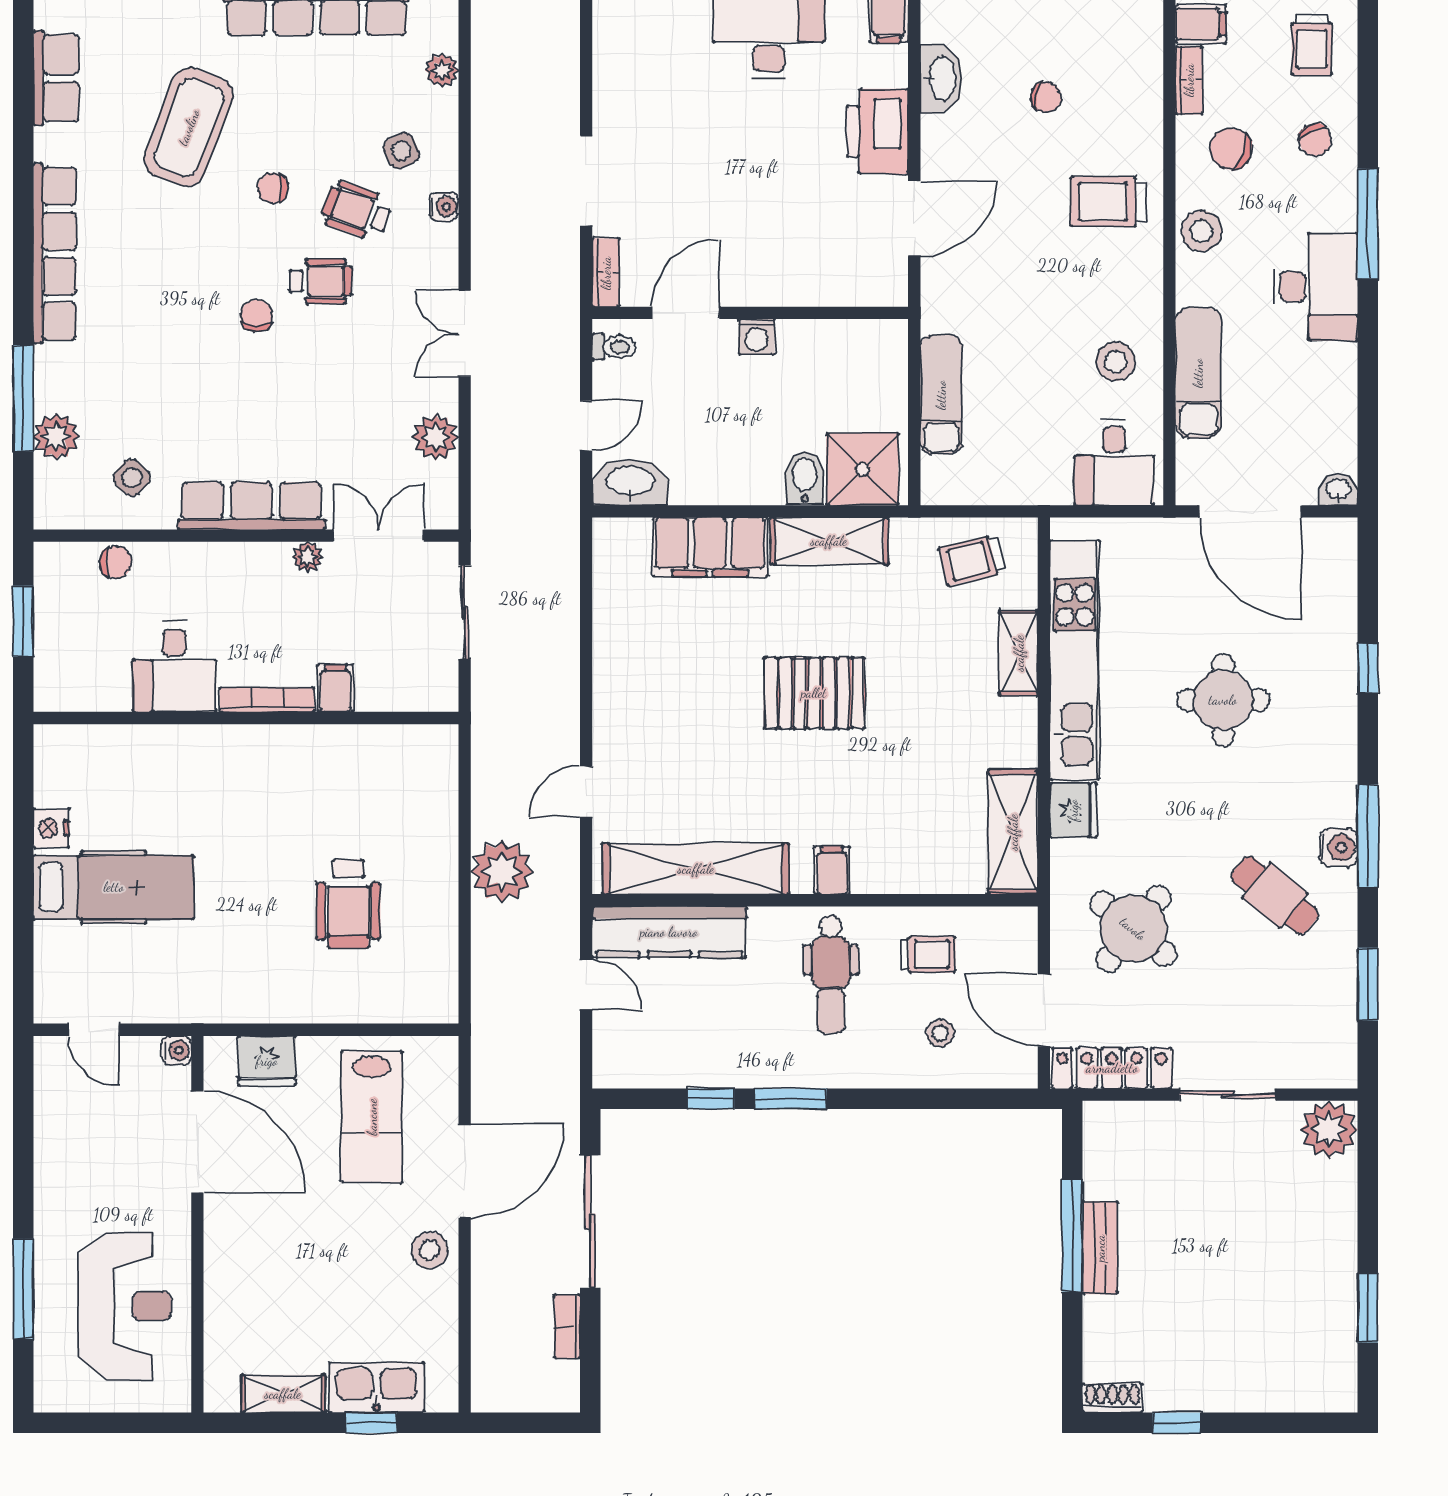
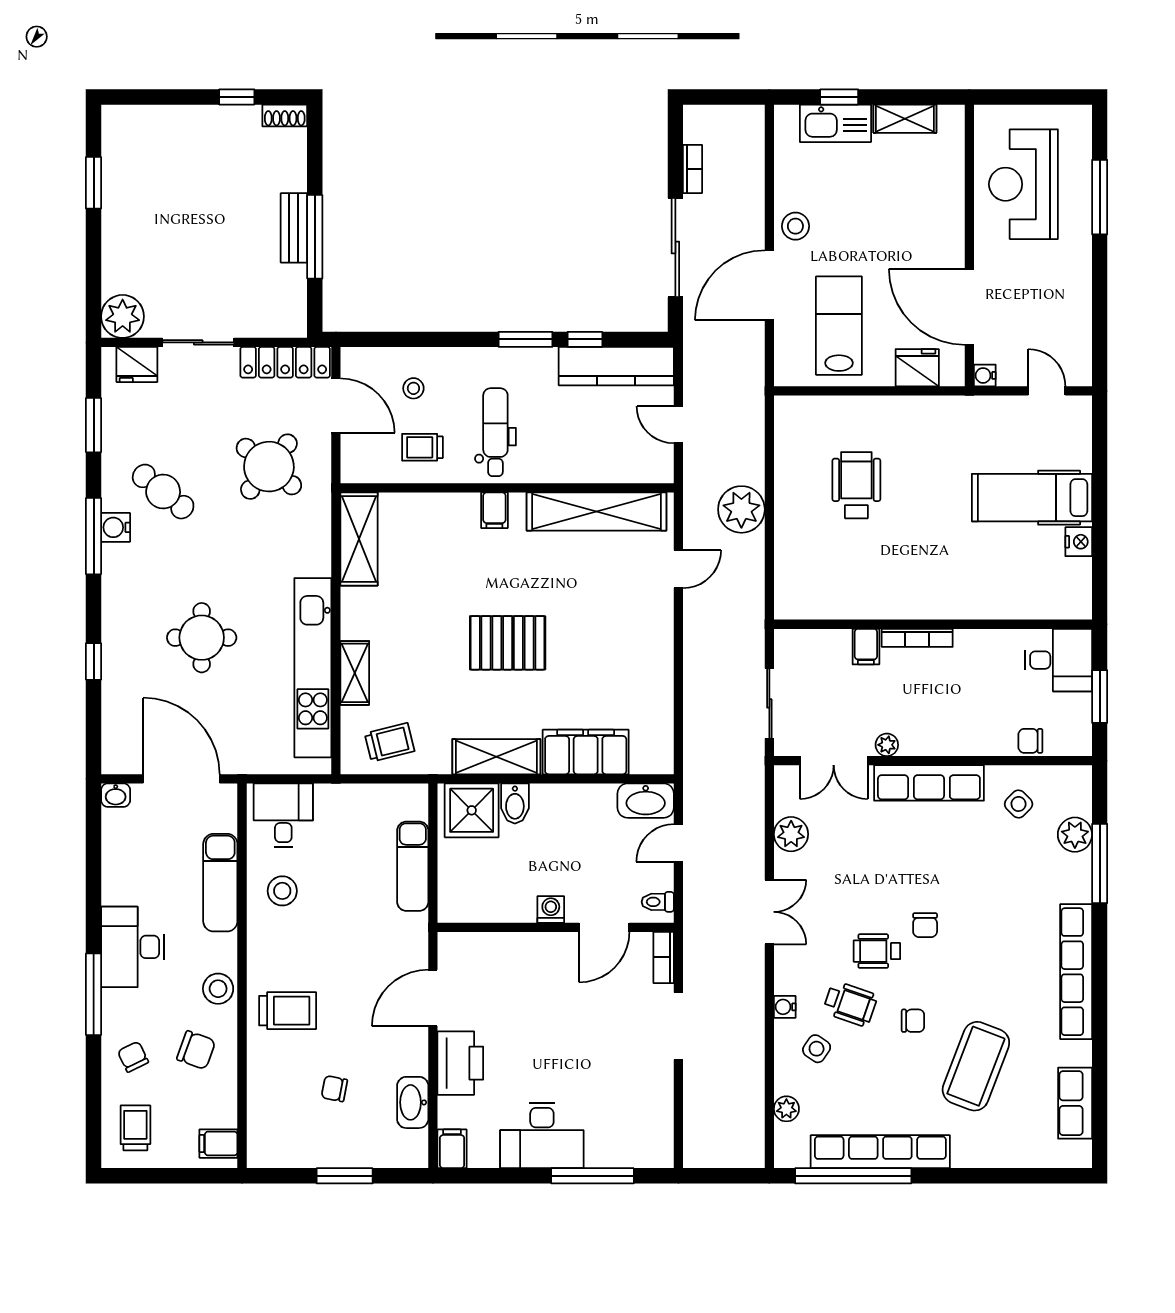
bookcase: (1189, 80) -> (227, 1101), removed
side table: (402, 151) -> (817, 1049), turned -31
desk: (175, 667) -> (1058, 660), moved, turned 90
fridge: (1073, 810) -> (137, 365), moved, turned -90
kitchen counter: (669, 932) -> (616, 366), moved, turned 180

